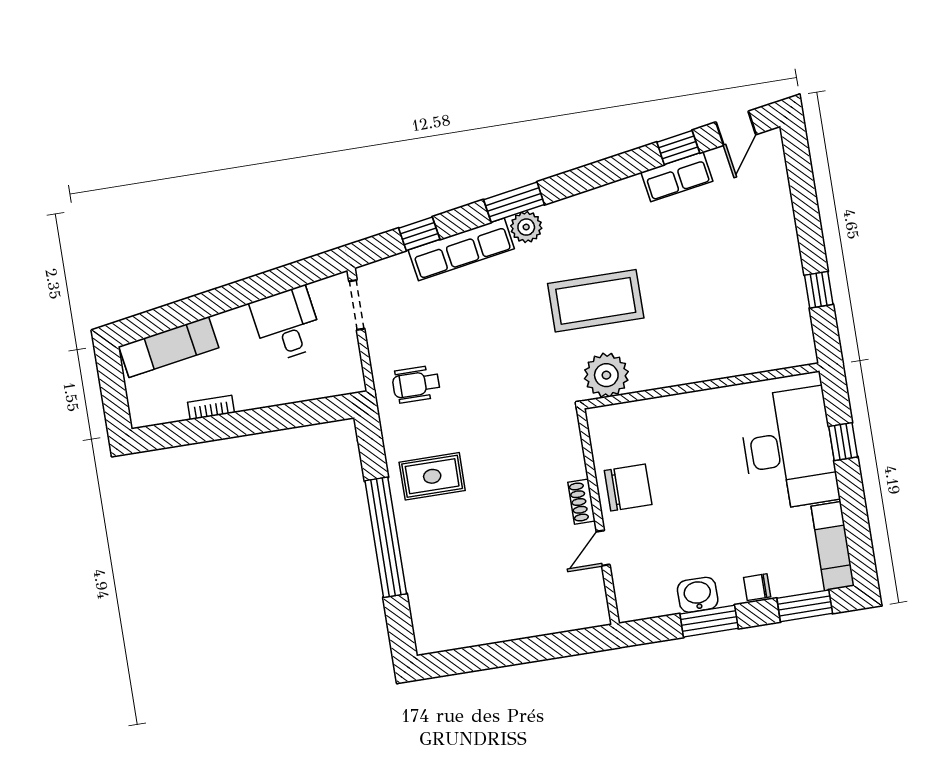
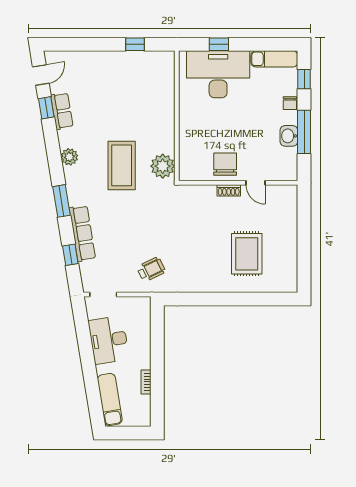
door: (736, 128) -> (41, 75), hinge flipped
plant: (526, 227) -> (69, 157), moved
desk: (287, 324) -> (109, 340), width x1.37
wheelchair: (416, 384) -> (151, 269), turned -116
rug: (432, 476) -> (247, 254), moved, width x1.36, depth x1.43
window: (386, 537) -> (231, 299), removed
window: (805, 606) -> (304, 79), width x0.67
window: (709, 621) -> (304, 132), width x1.44

